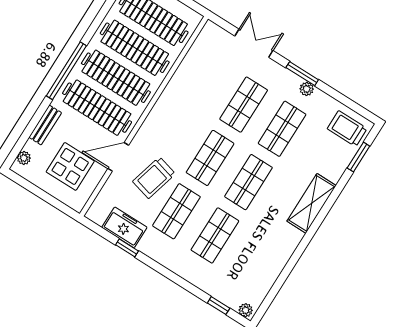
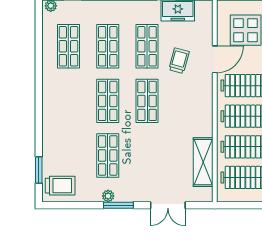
shop shelf: (244, 105) -> (68, 46), moved
trolley: (154, 178) -> (179, 61), width x0.73, depth x0.72
shelving: (312, 203) -> (203, 162), moved

